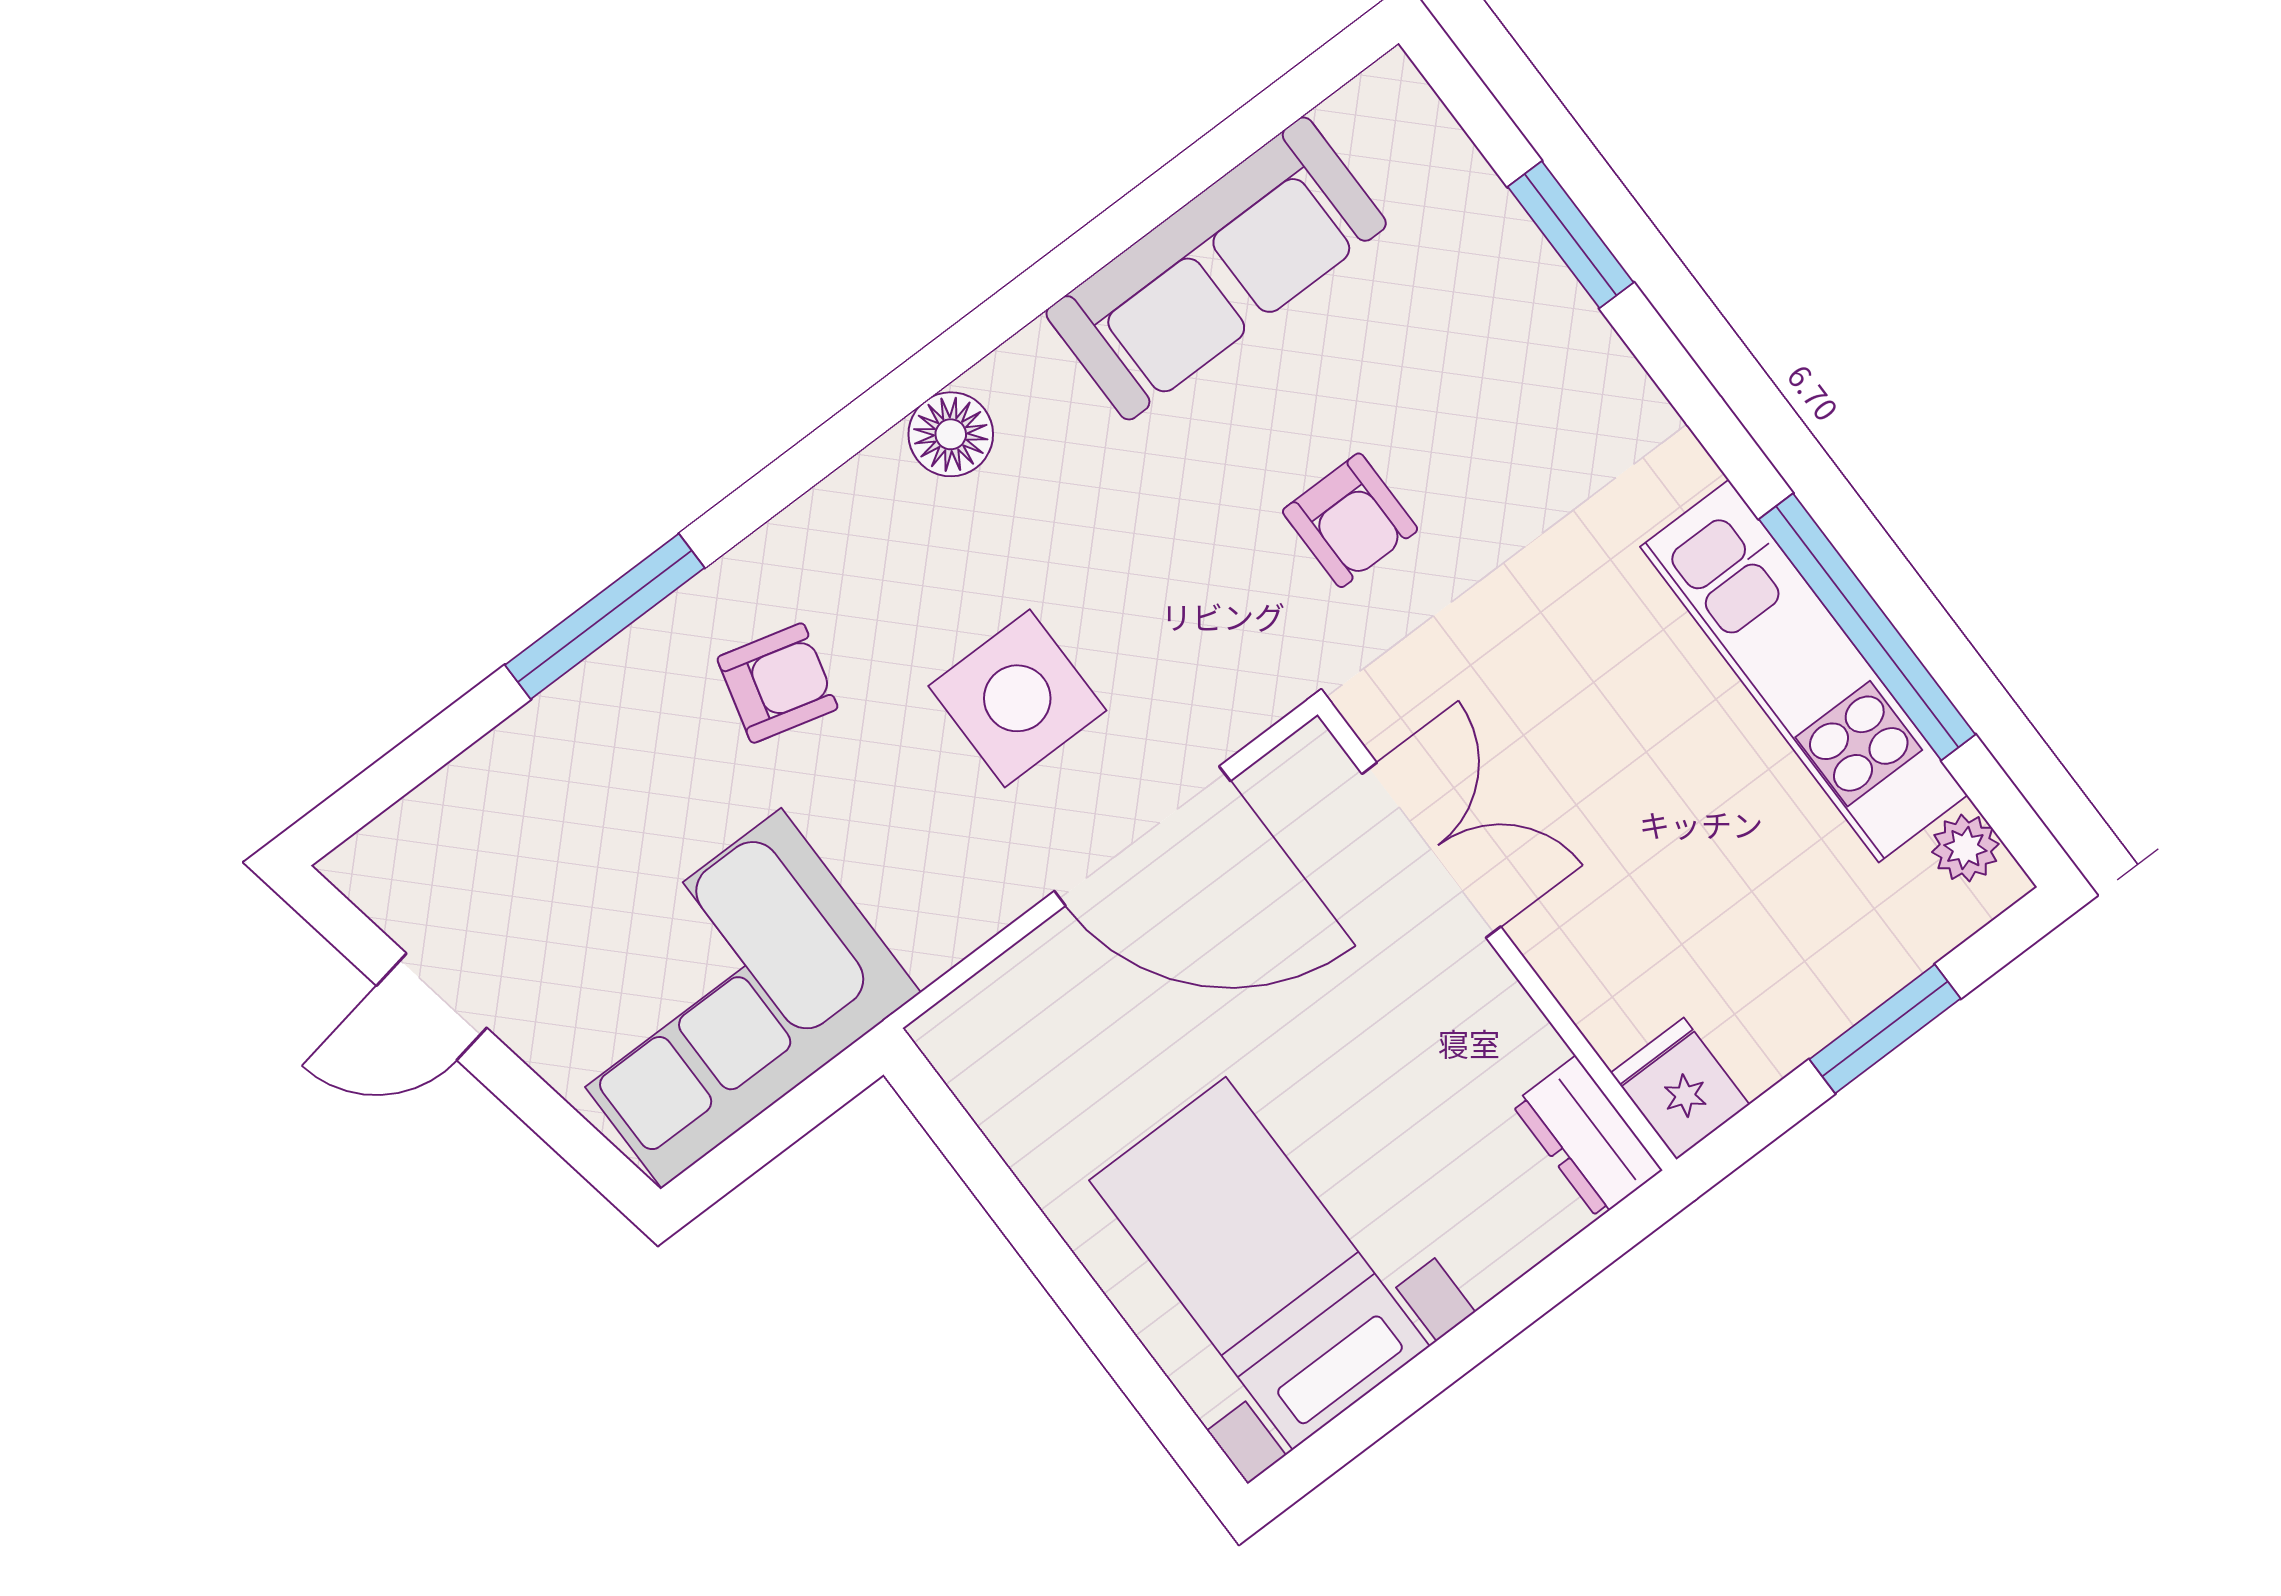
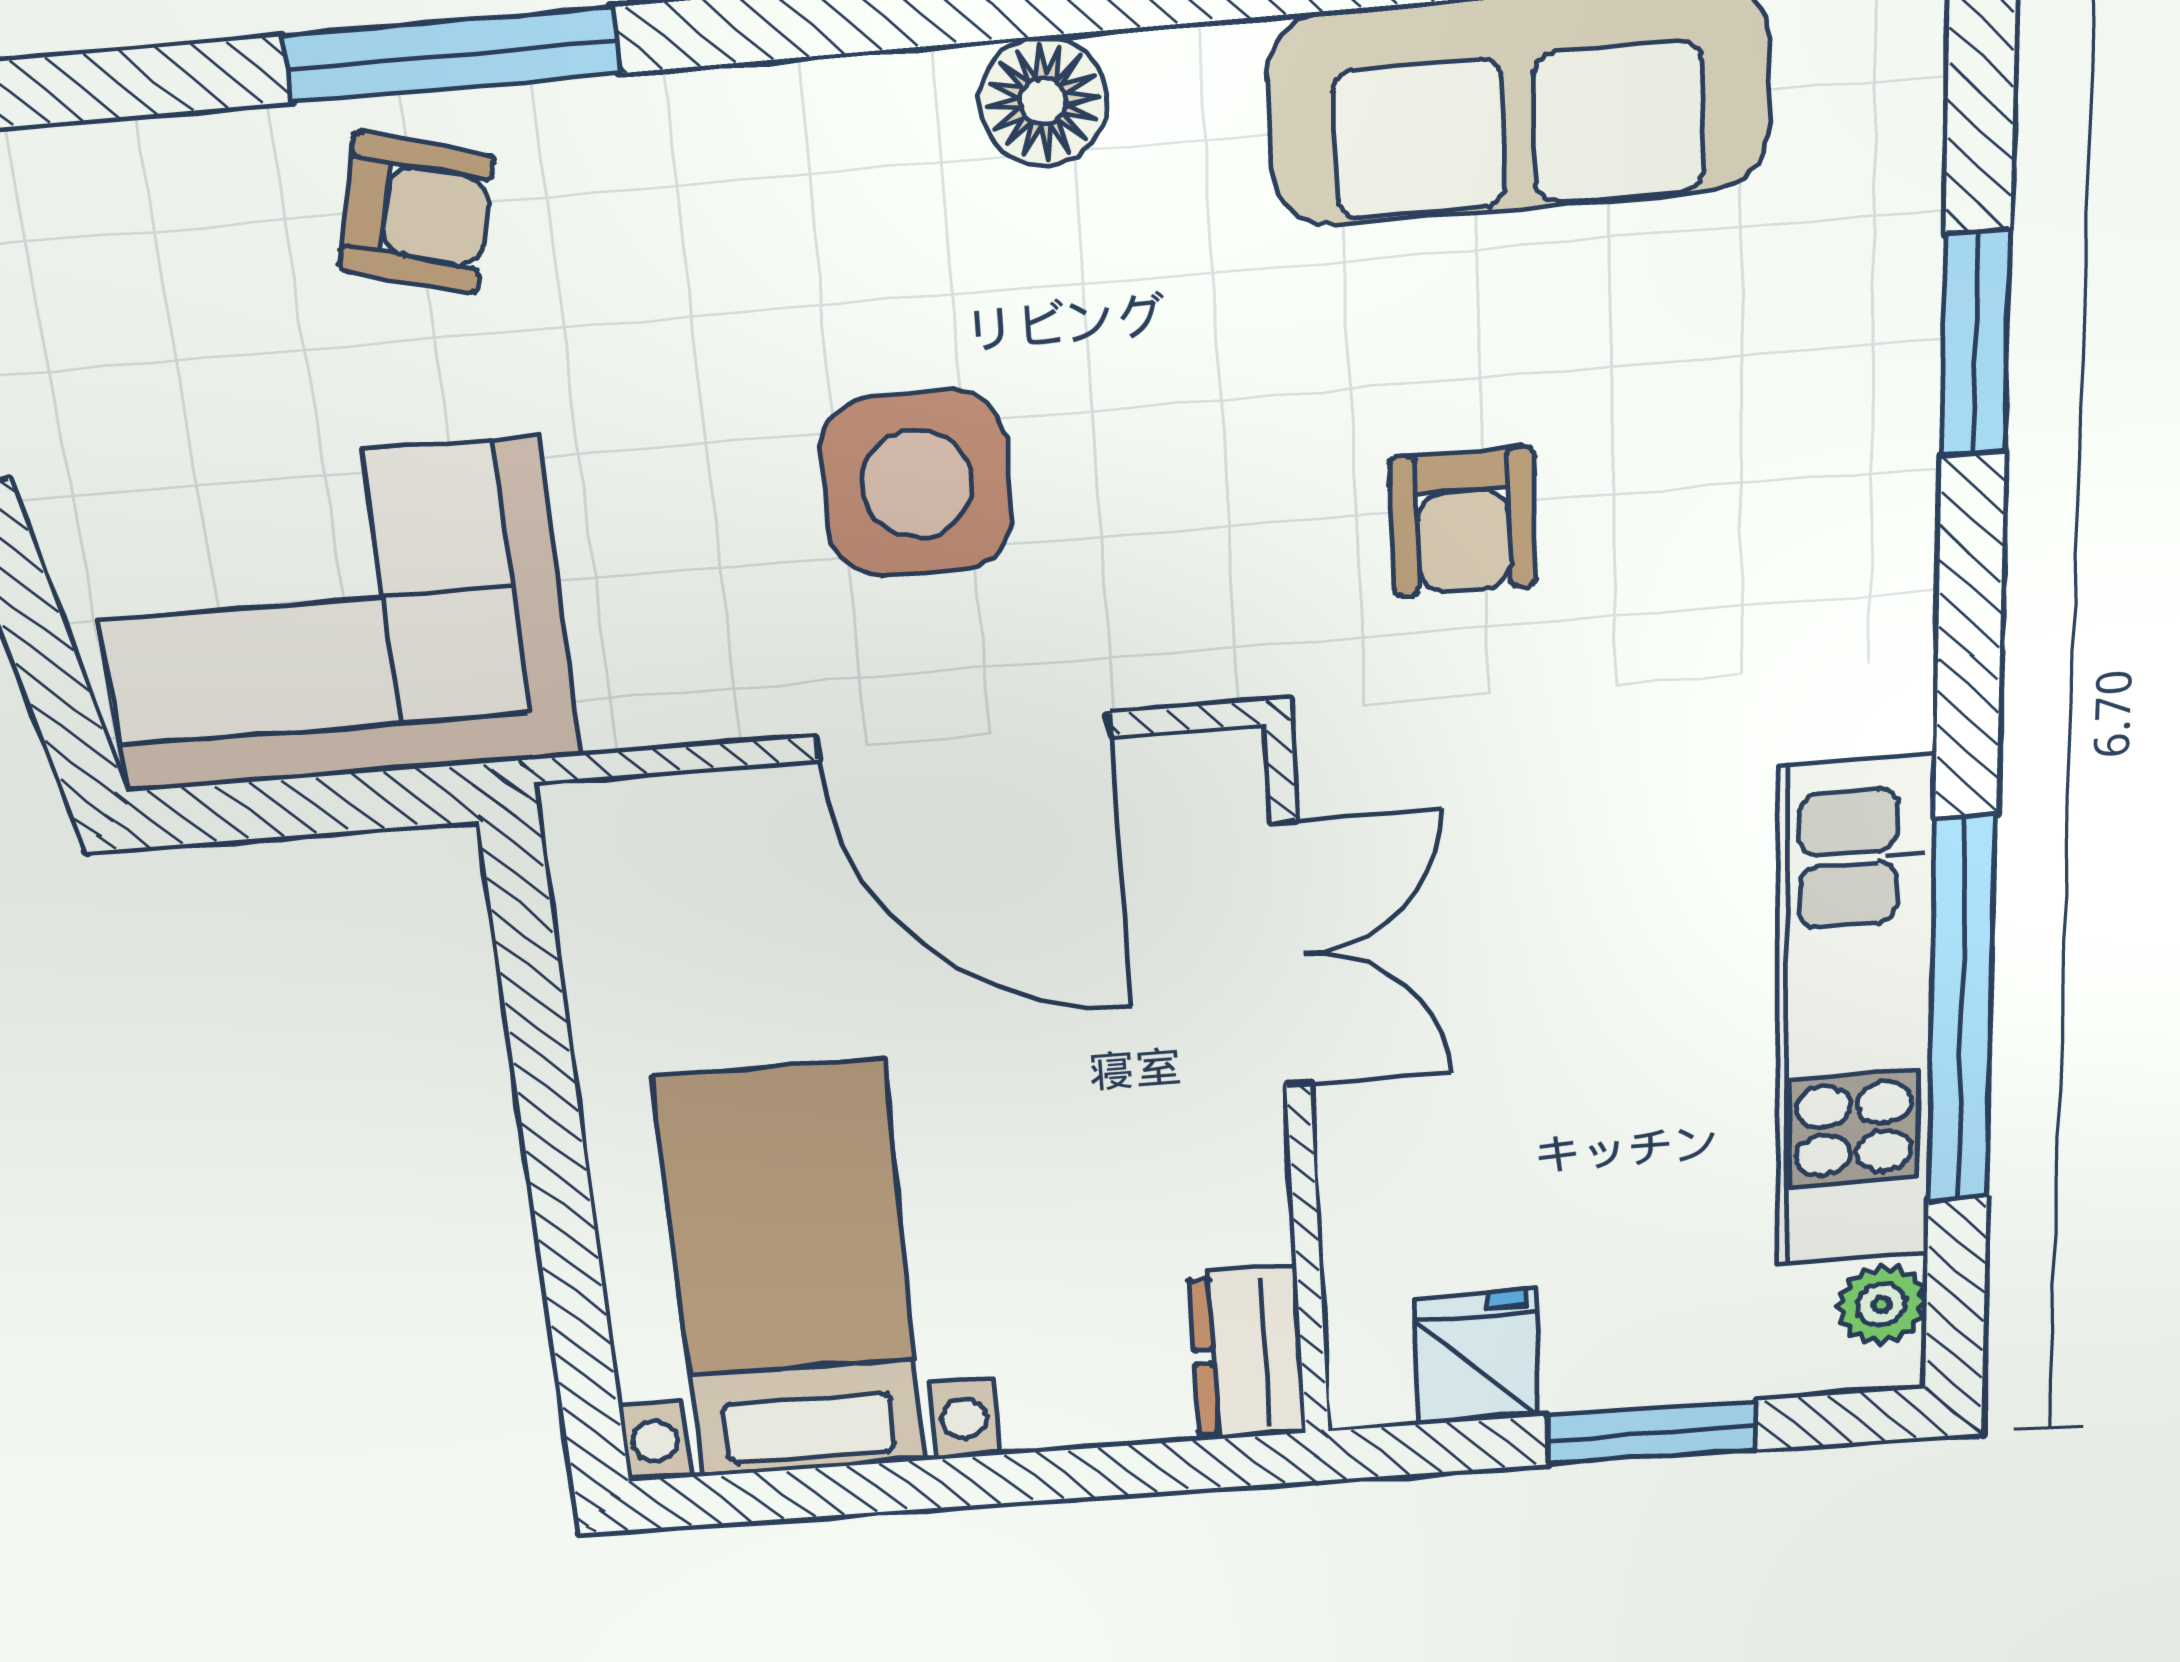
armchair: (777, 683) -> (416, 213), moved
fridge: (1680, 1089) -> (1477, 1357), moved

